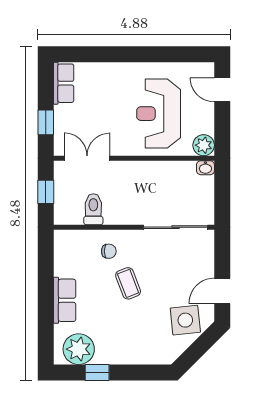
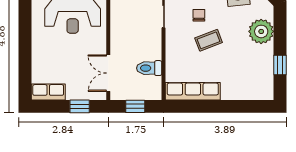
chair: (109, 251) -> (199, 15), moved
row of seats: (65, 300) -> (193, 91), moved, width x1.48
plant: (79, 349) -> (261, 31), moved

